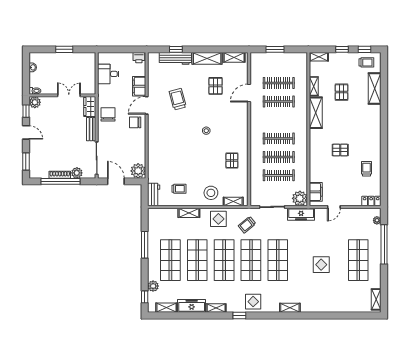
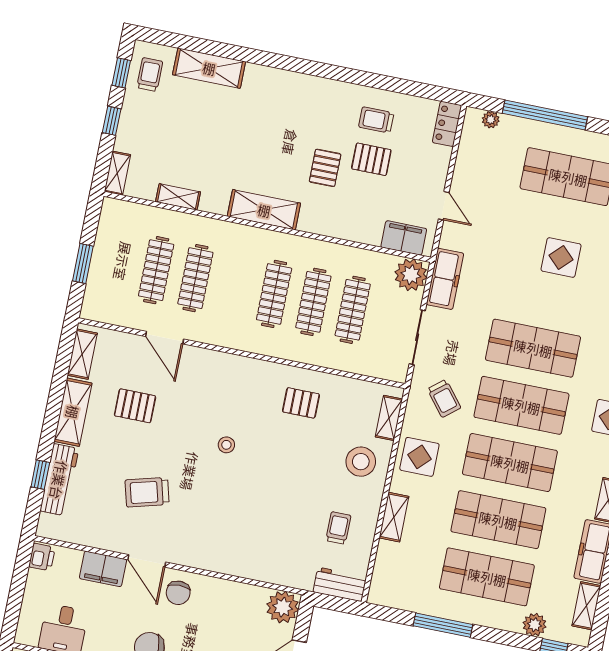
pallet: (342, 92) -> (371, 159), moved
shelving: (316, 113) -> (264, 210), moved

